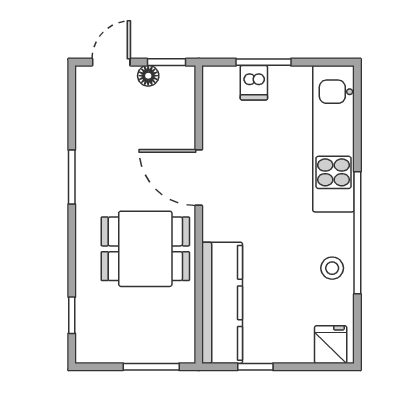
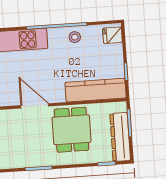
door: (199, 178) -> (35, 106), swing flipped
dresser: (124, 346) -> (120, 137), added

